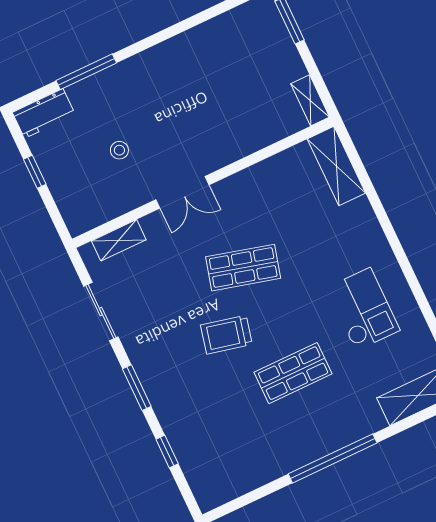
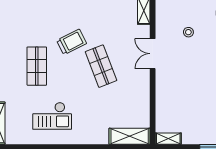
shop shelf: (243, 268) -> (101, 66), turned -36
trolley: (226, 335) -> (72, 42), turned 50

